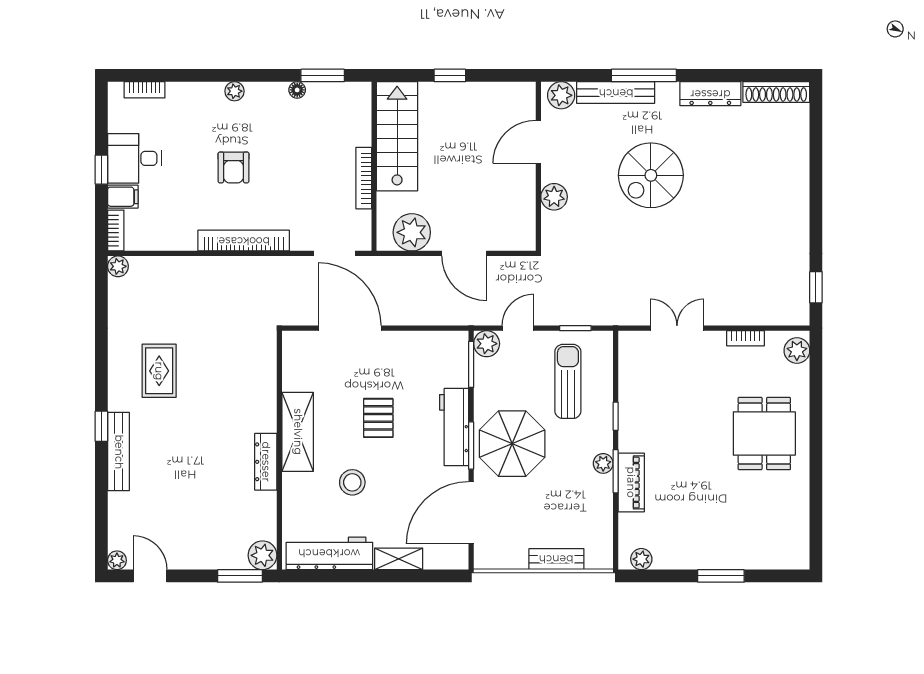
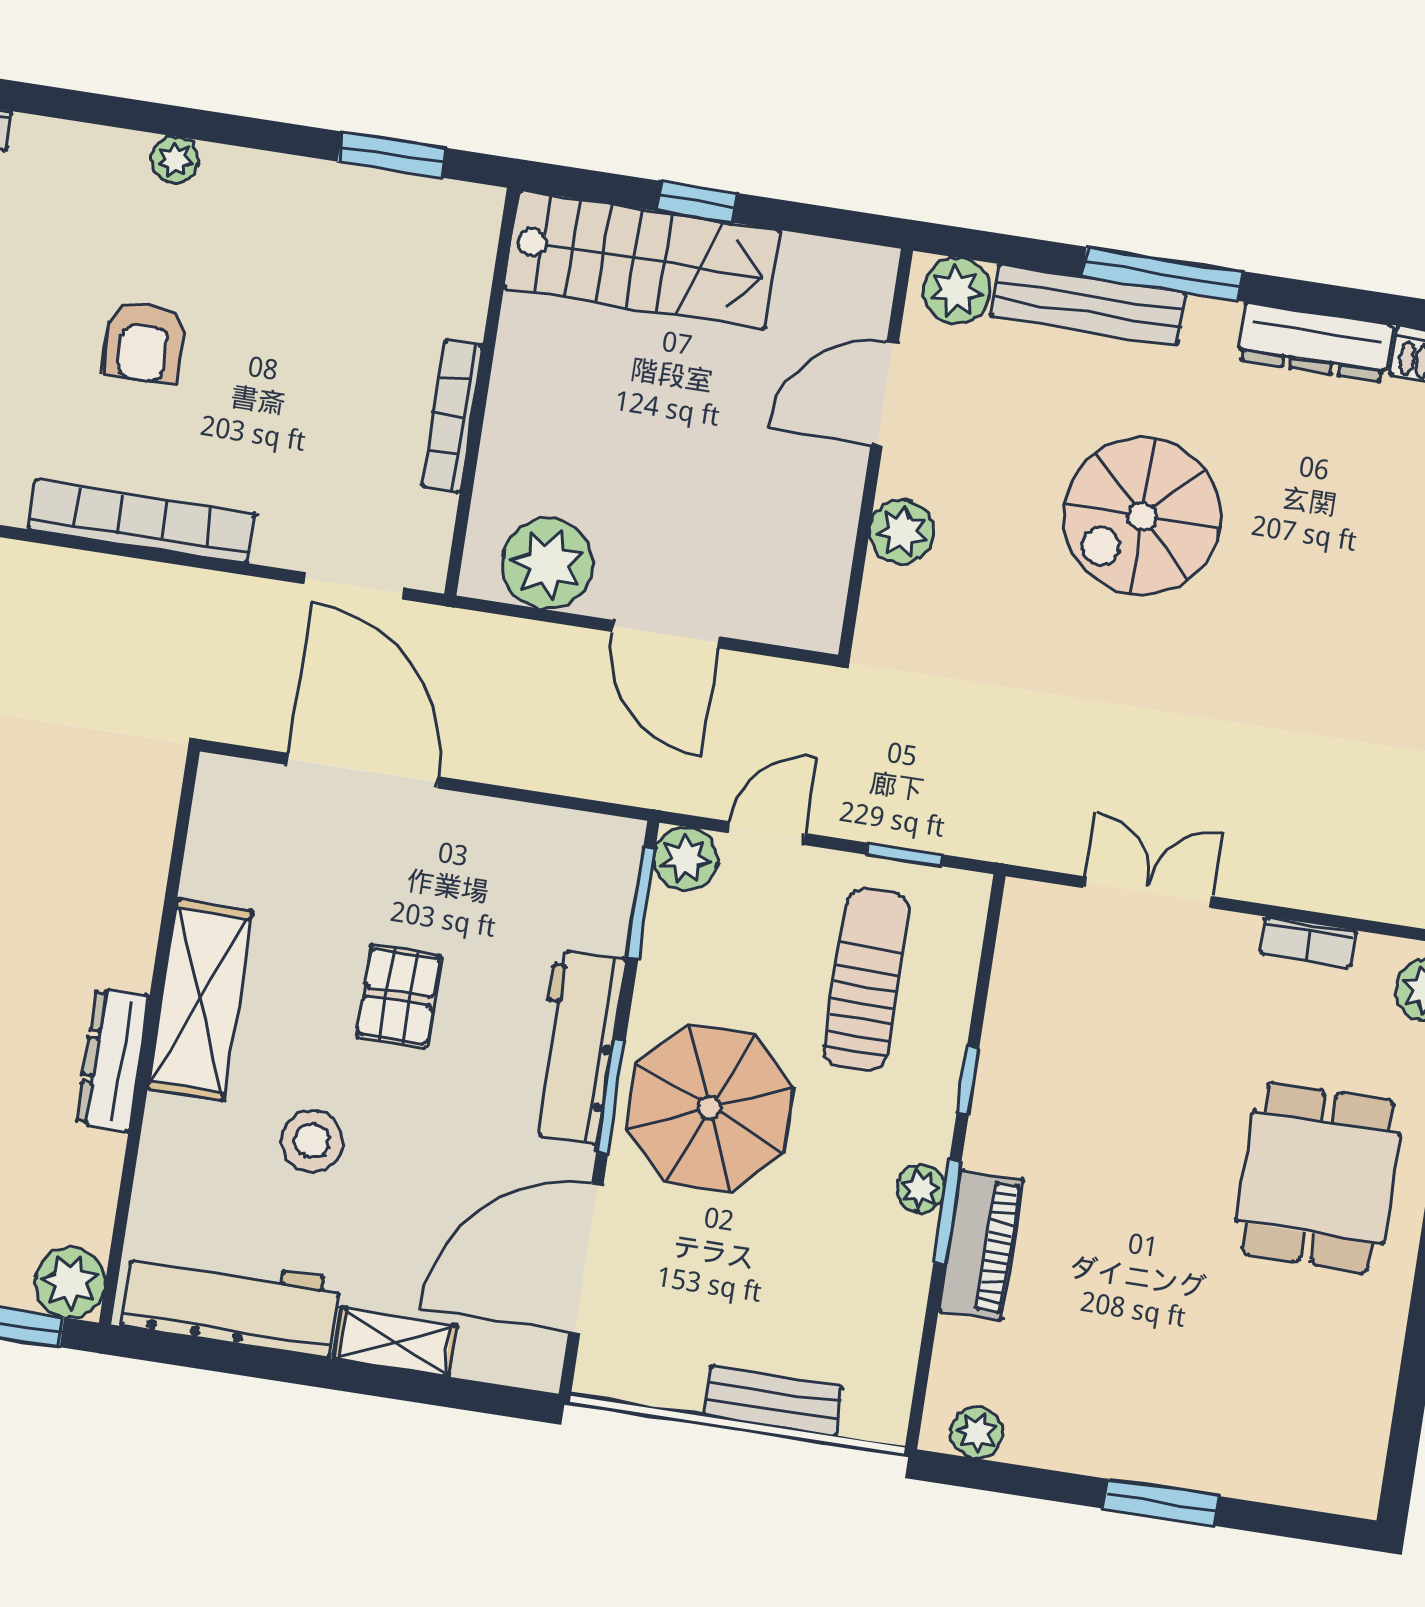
floor lamp: (297, 90) -> (326, 180), removed
stairs: (397, 136) -> (642, 259), moved, turned 90

